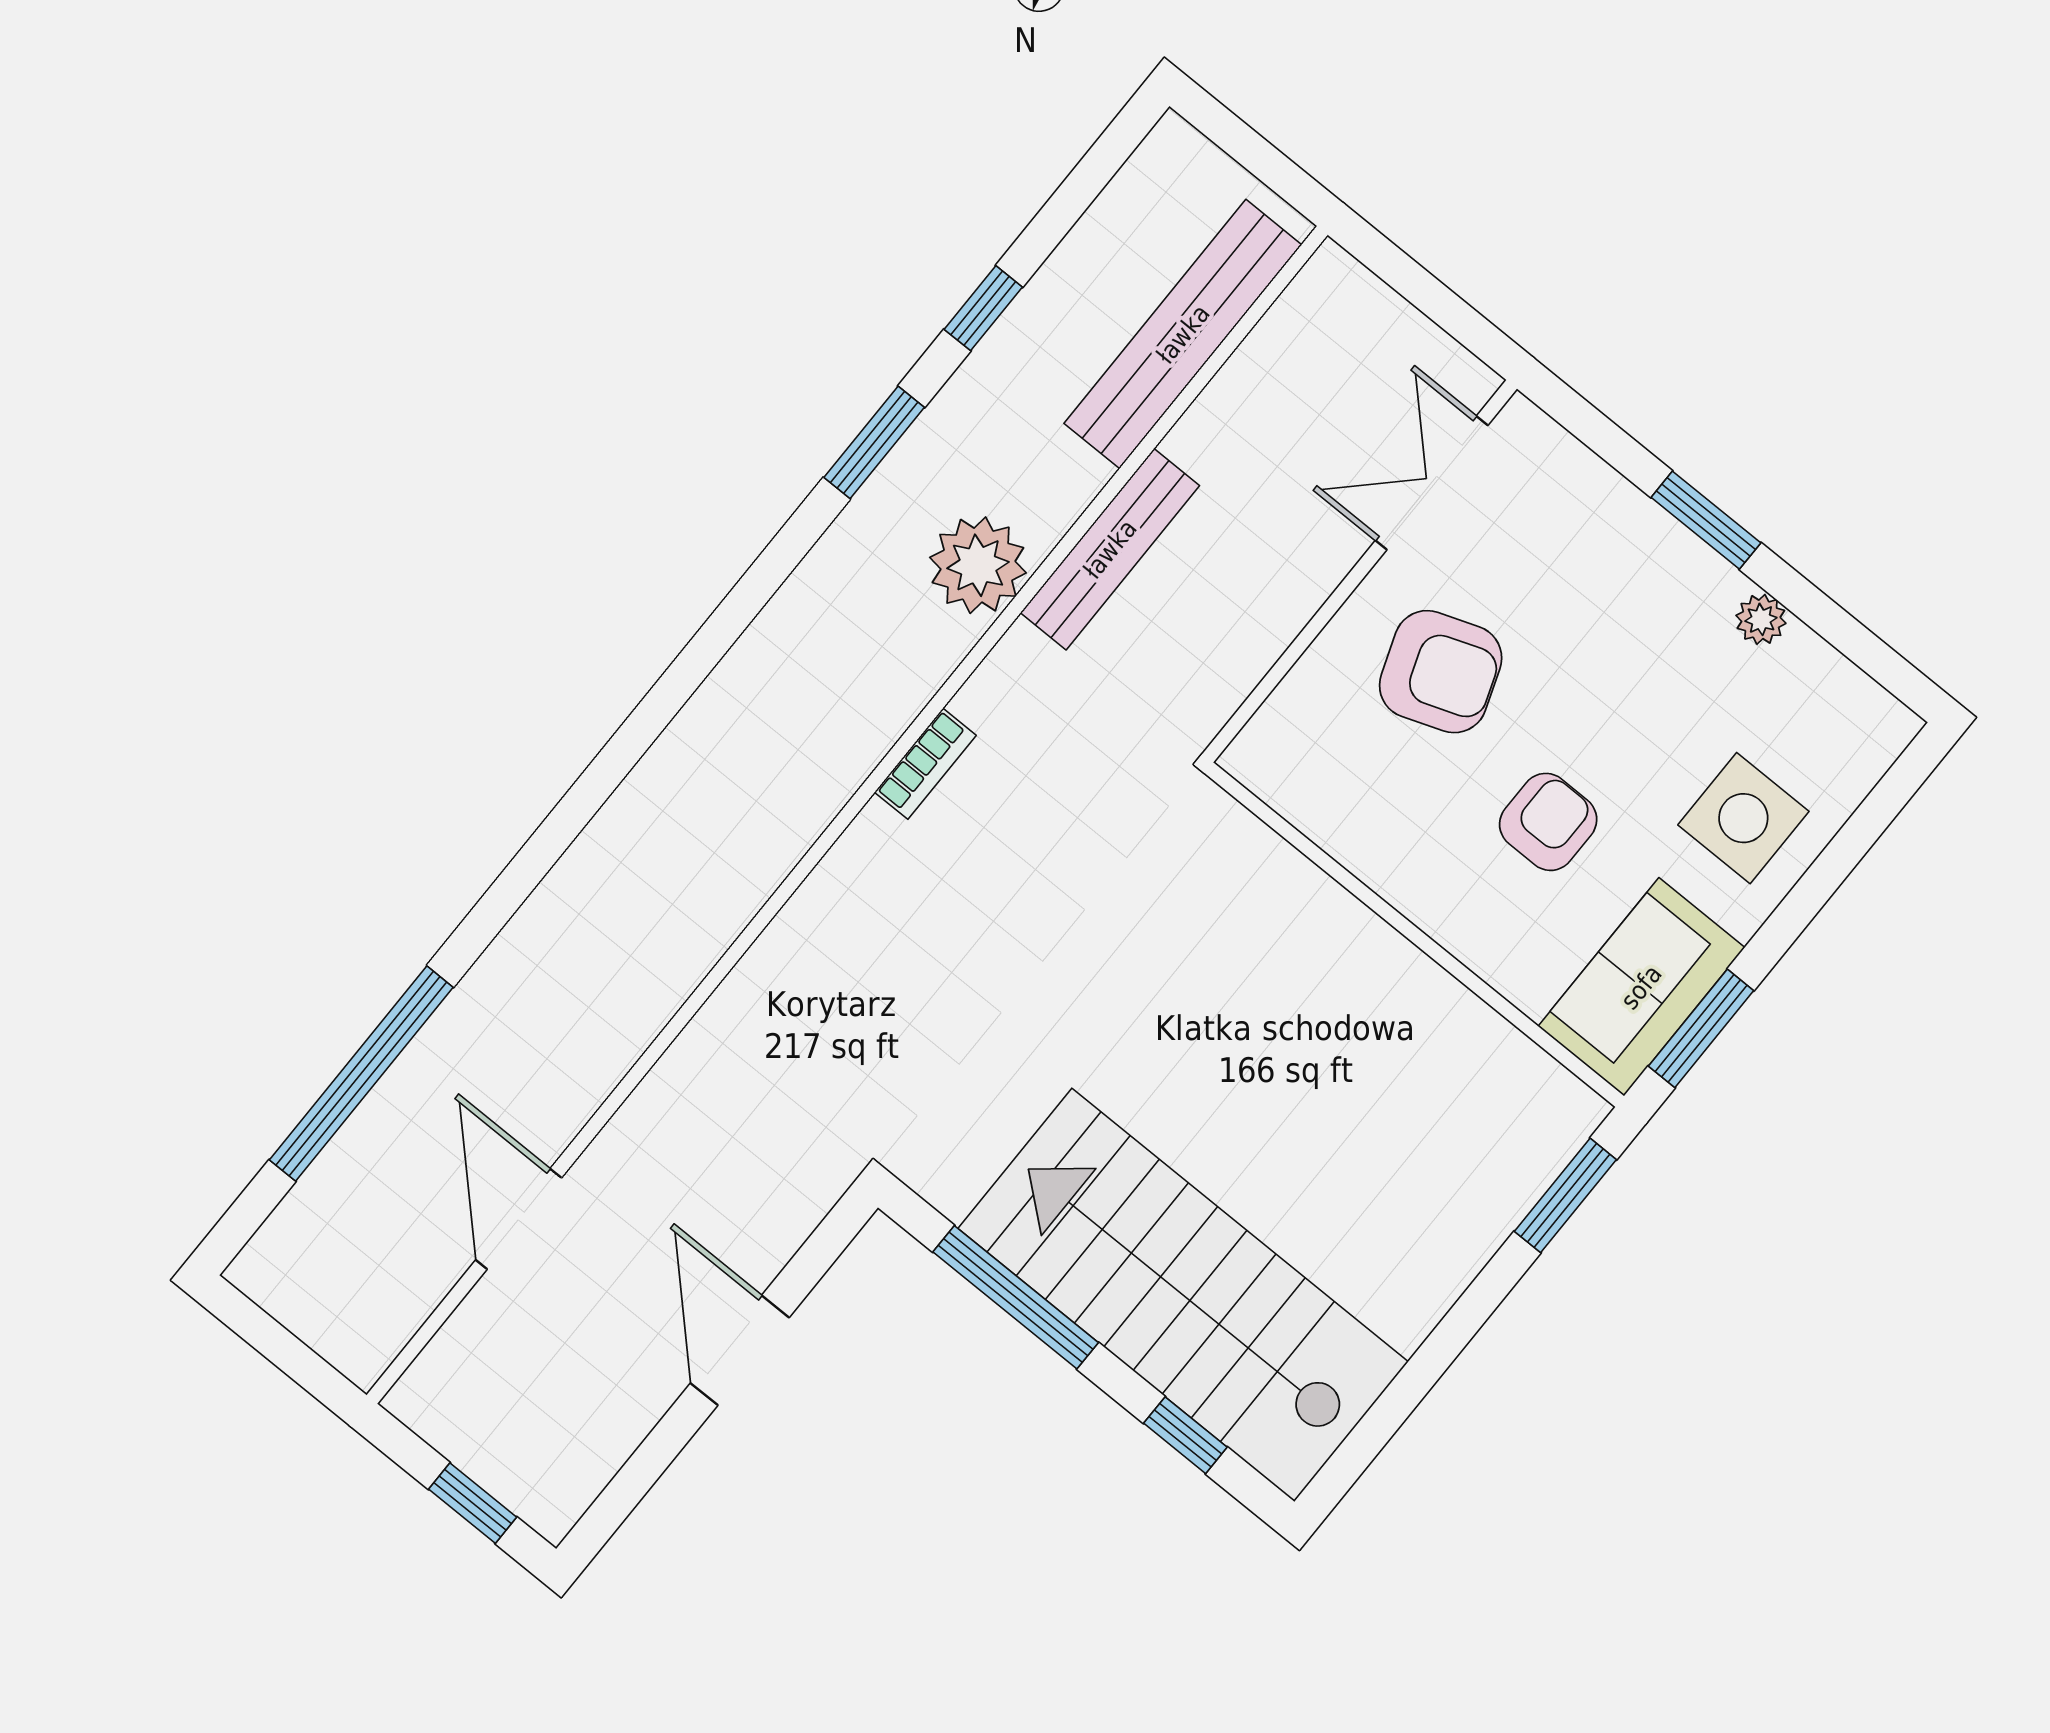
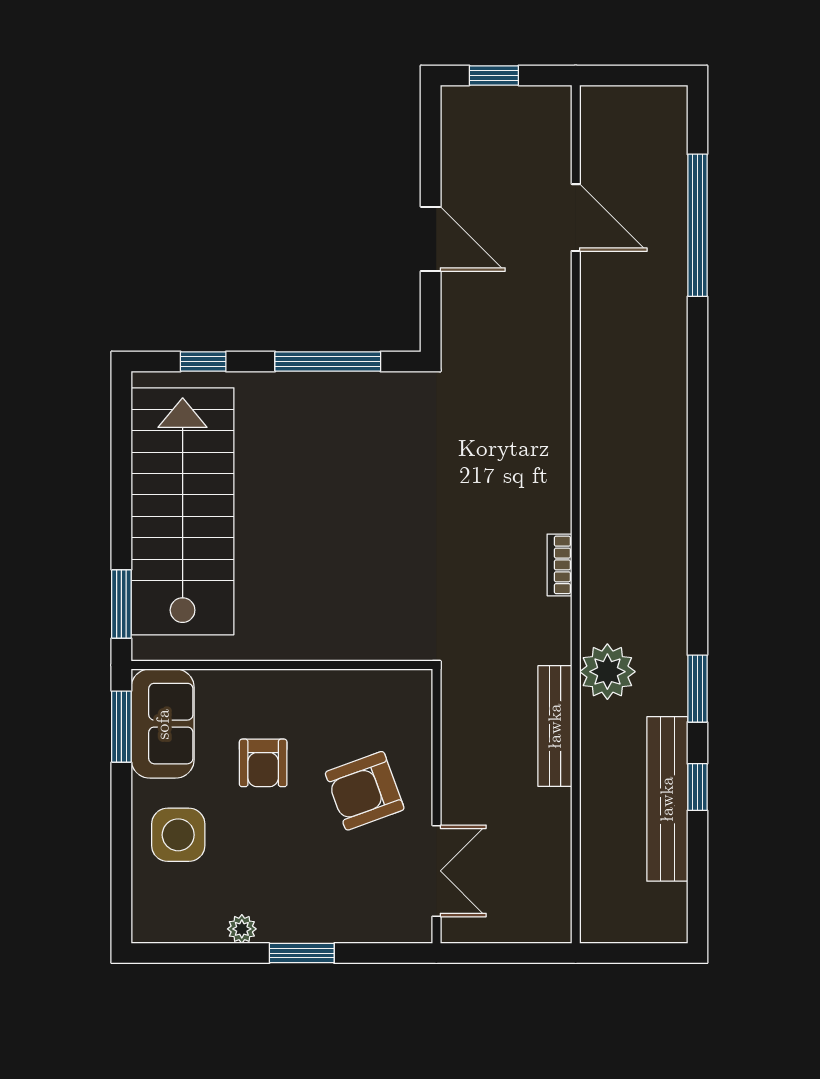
bench: (1183, 334) -> (667, 799), moved
stairs: (1183, 1295) -> (183, 511), moved, turned -90

